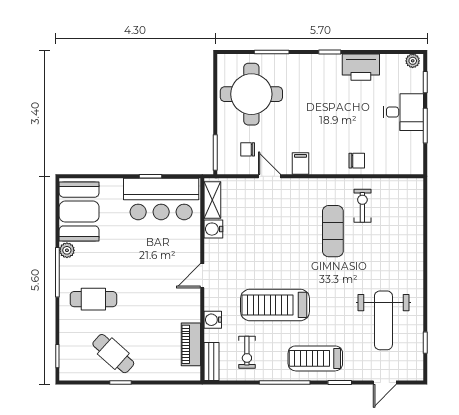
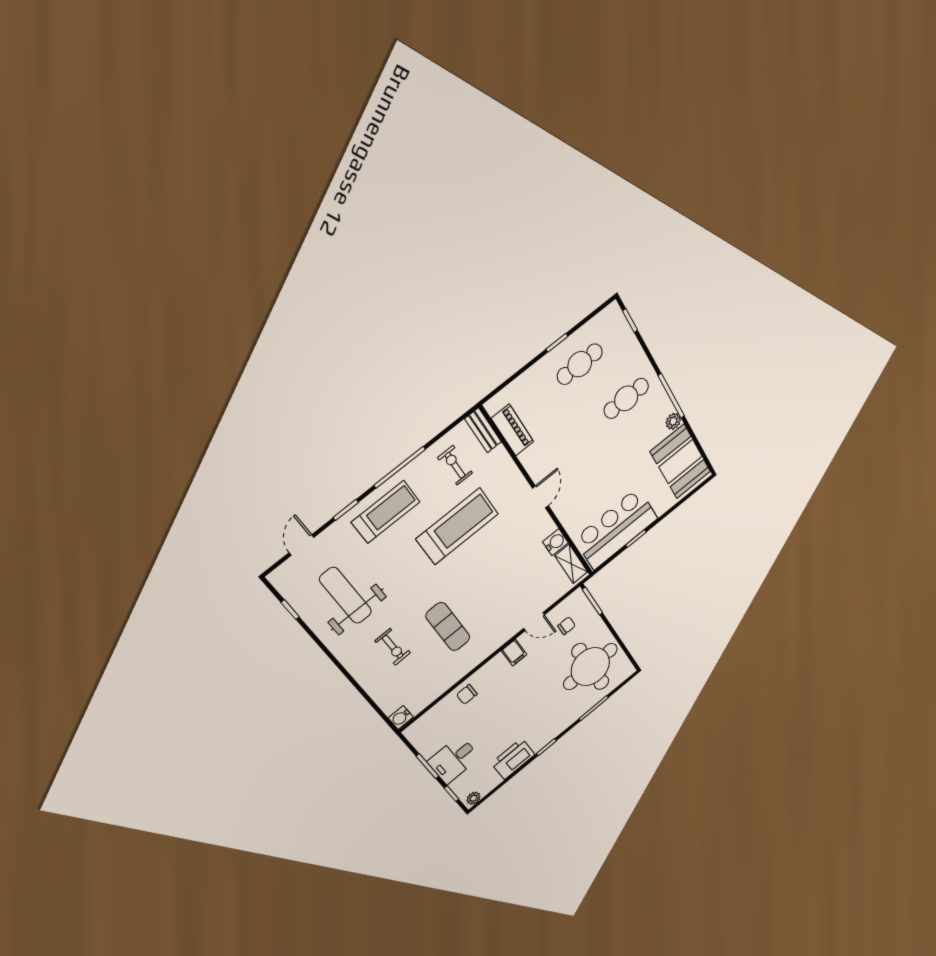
exercise bike: (362, 206) -> (393, 647), moved
water cooler: (213, 320) -> (401, 718), moved, turned 180
cafe table: (113, 354) -> (580, 364), turned -42

